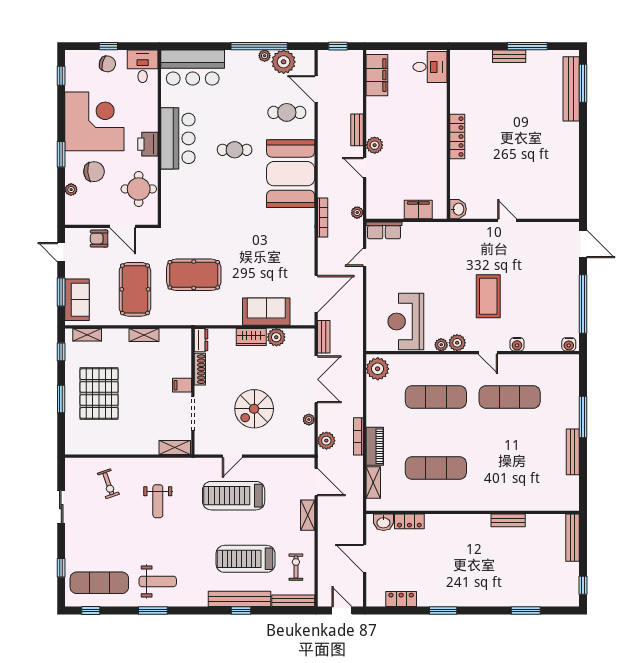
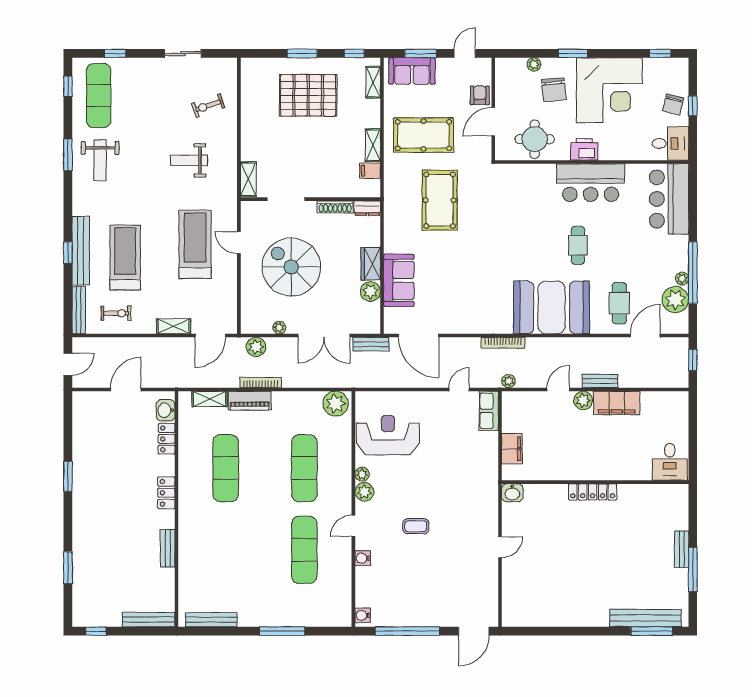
filing cabinet: (377, 75) -> (617, 403), moved
door: (365, 257) -> (459, 389), hinge flipped
coffee table: (488, 296) -> (416, 526), width x0.54, depth x0.58
filing cabinet: (182, 385) -> (370, 171), moved, turned -90
spiral stairs: (254, 409) -> (291, 267), width x1.37, depth x1.37
bench: (573, 452) -> (211, 620), moved
locker: (401, 599) -> (166, 493), moved, turned 180

